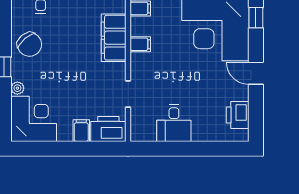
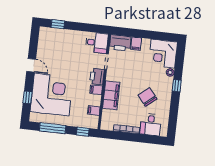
chair: (30, 44) -> (147, 97), moved
printer: (238, 115) -> (97, 77), moved, turned 180
desk: (174, 123) -> (97, 43), moved, turned 90
window: (218, 149) -> (58, 24), added

